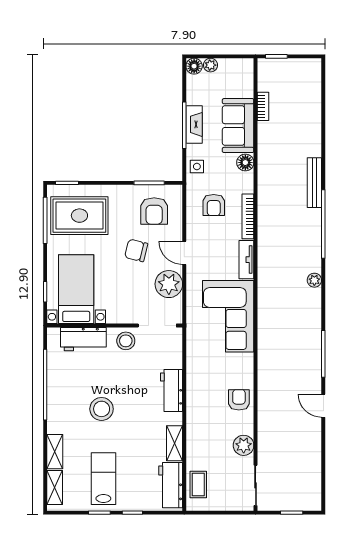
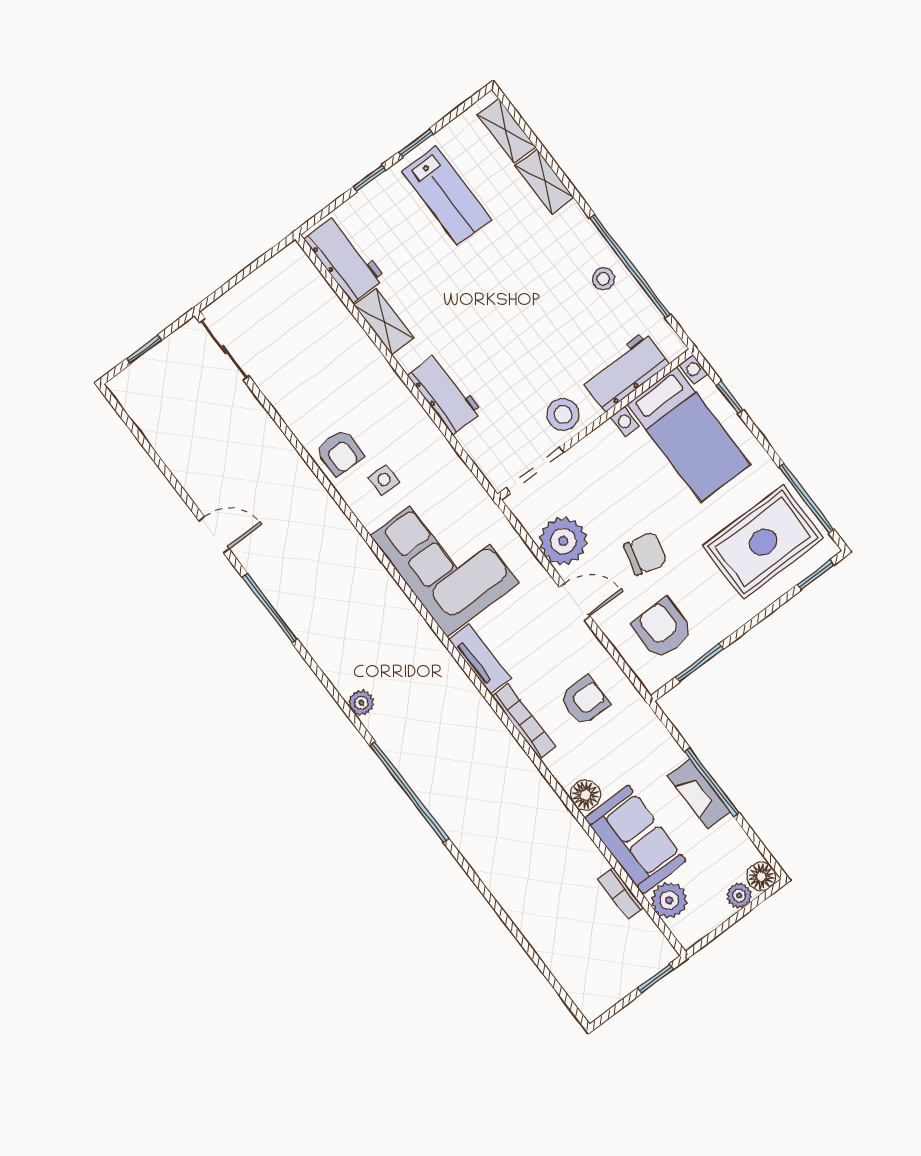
side table: (197, 166) -> (384, 480), moved
bench: (314, 183) -> (466, 841), removed
armchair: (214, 205) -> (584, 701), turned 90
stool: (102, 409) -> (603, 279), moved, width x0.53, depth x0.53
plant: (244, 445) -> (669, 900), moved
coffee table: (198, 484) -> (306, 289), removed

